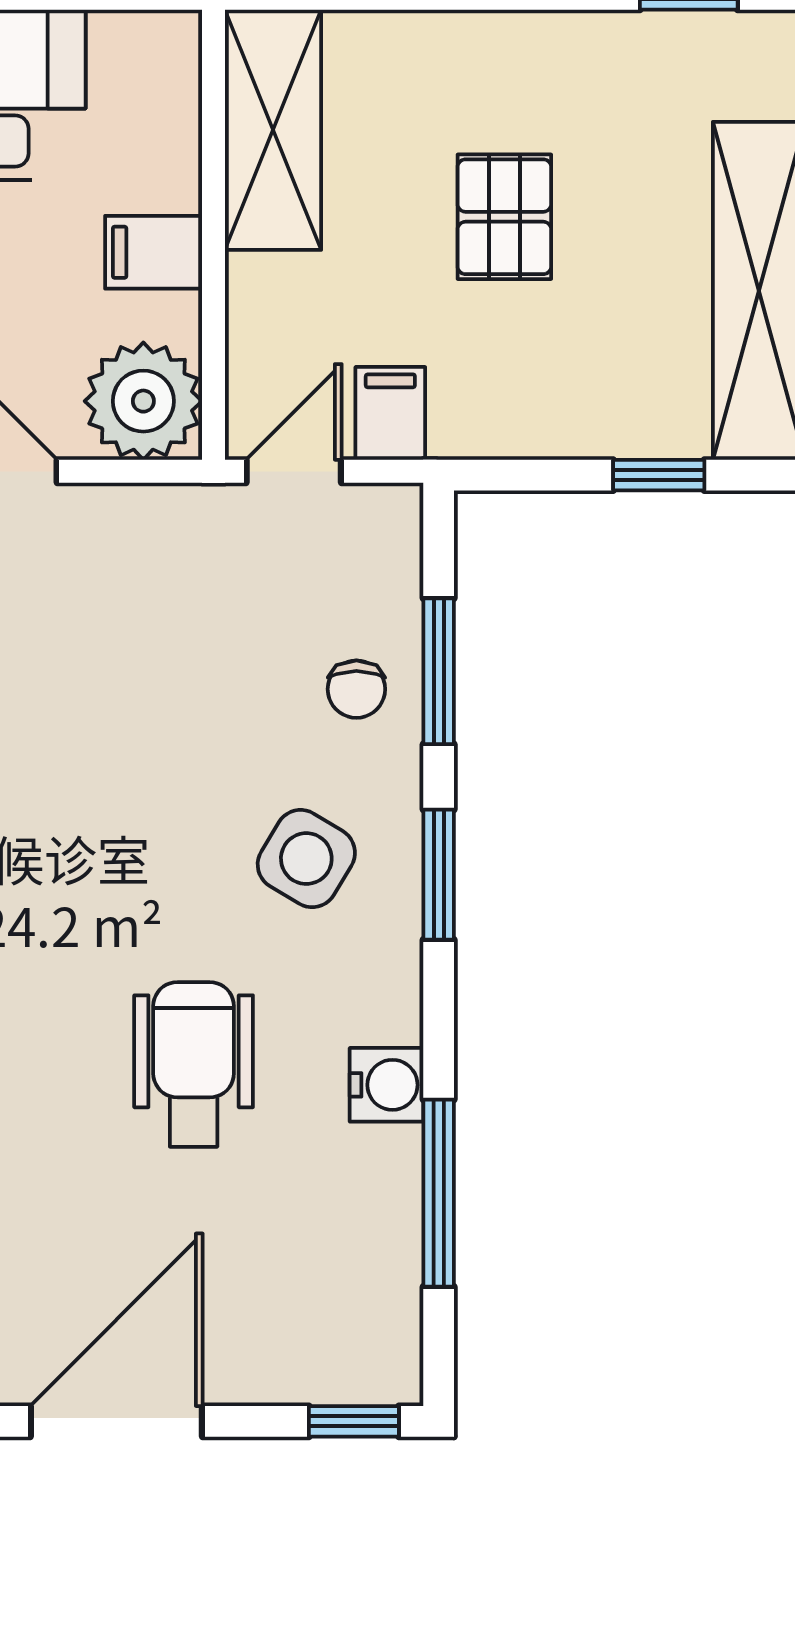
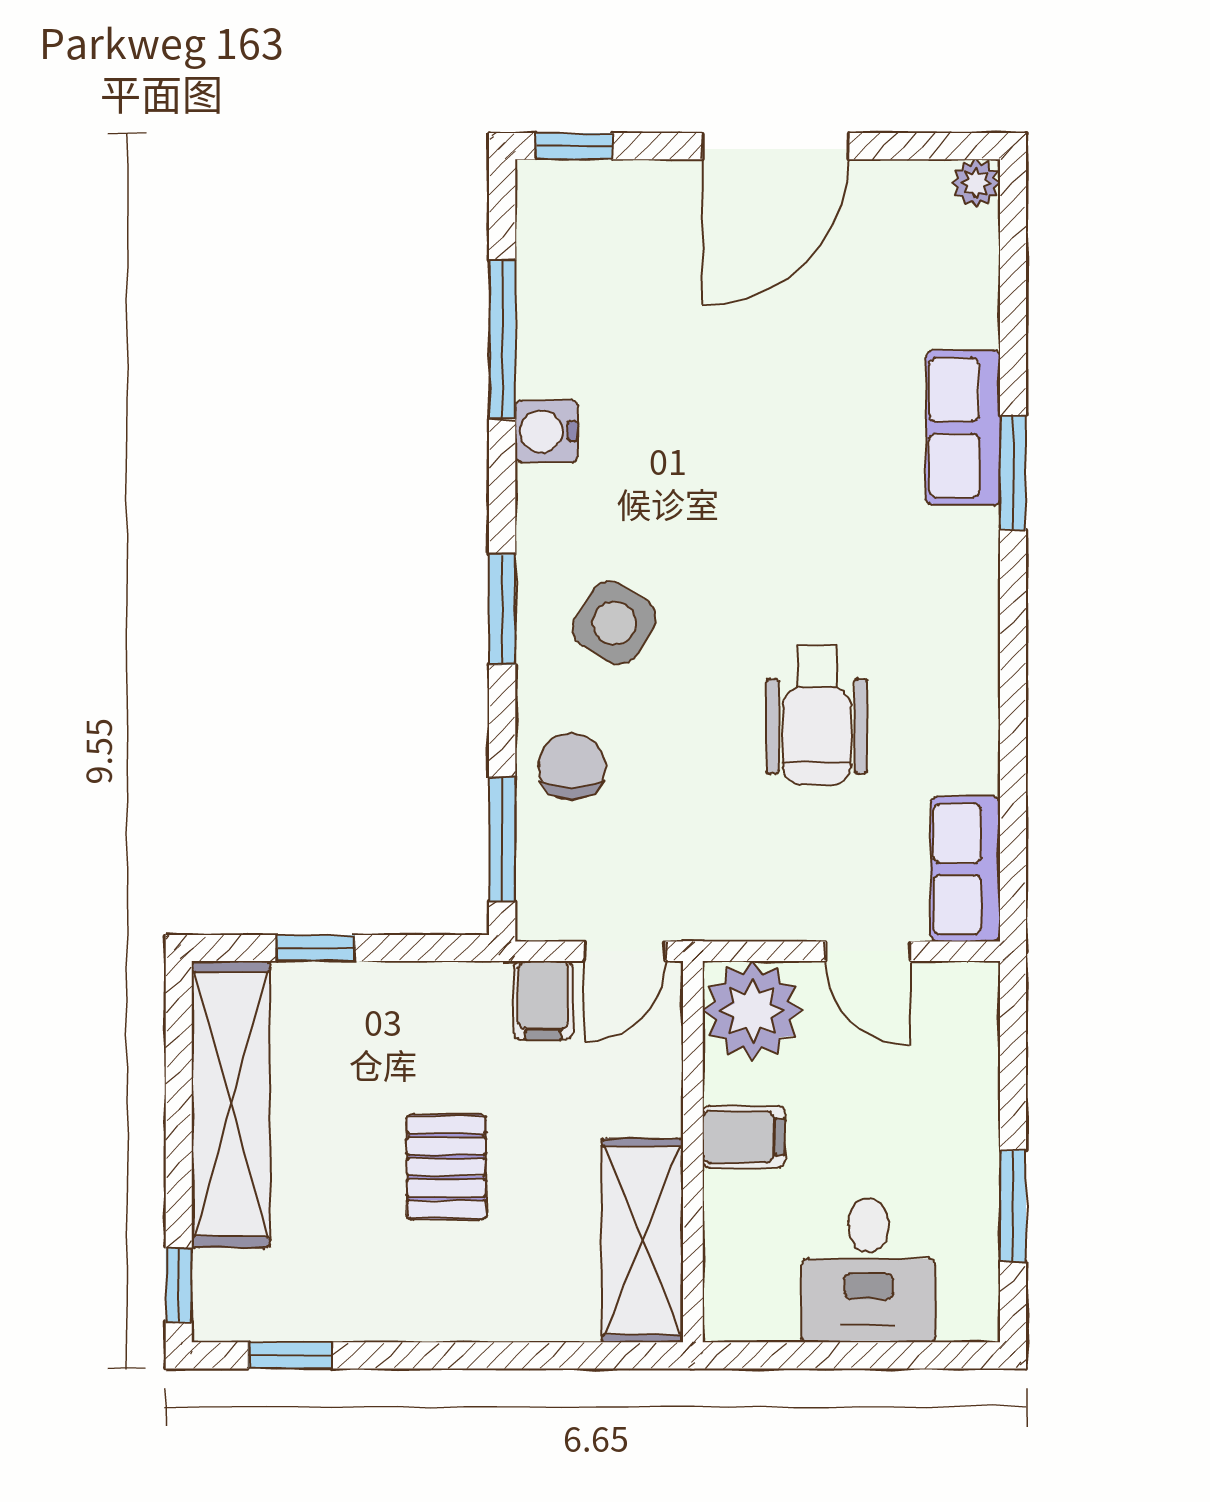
window: (439, 671) -> (502, 839), moved
chair: (356, 689) -> (572, 767), width x1.37, depth x1.37
wheelchair: (194, 1064) -> (817, 715), moved

